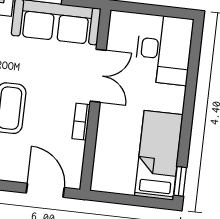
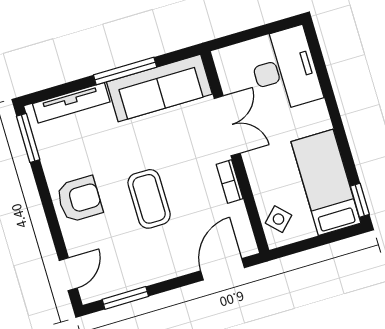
side table: (108, 169) -> (279, 219), added
door: (45, 190) -> (223, 269), hinge flipped

